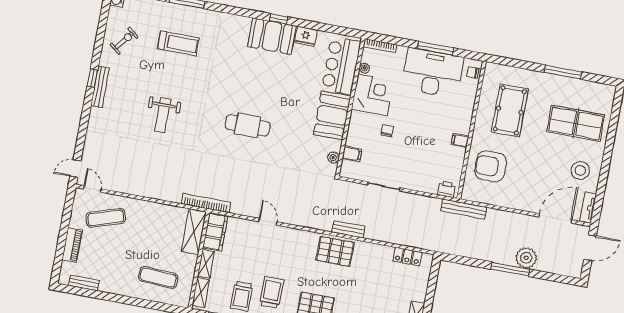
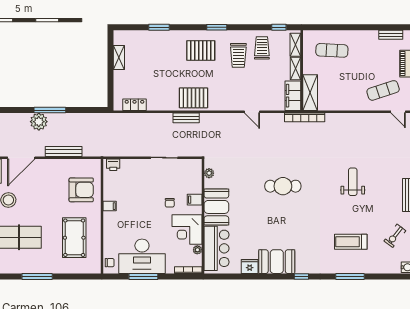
window: (279, 19) -> (301, 277), moved
filing cabinet: (352, 154) -> (195, 200), moved
bench: (464, 209) -> (64, 151), moved

